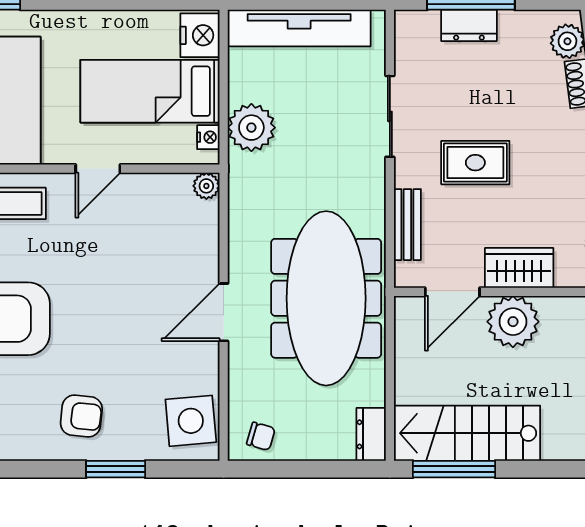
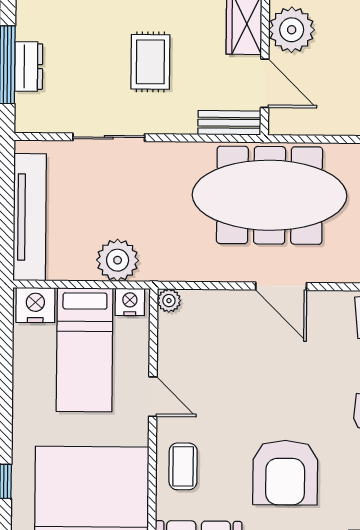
nightstand: (208, 137) -> (130, 302), width x1.39, depth x1.35
bench: (407, 225) -> (229, 123), moved

